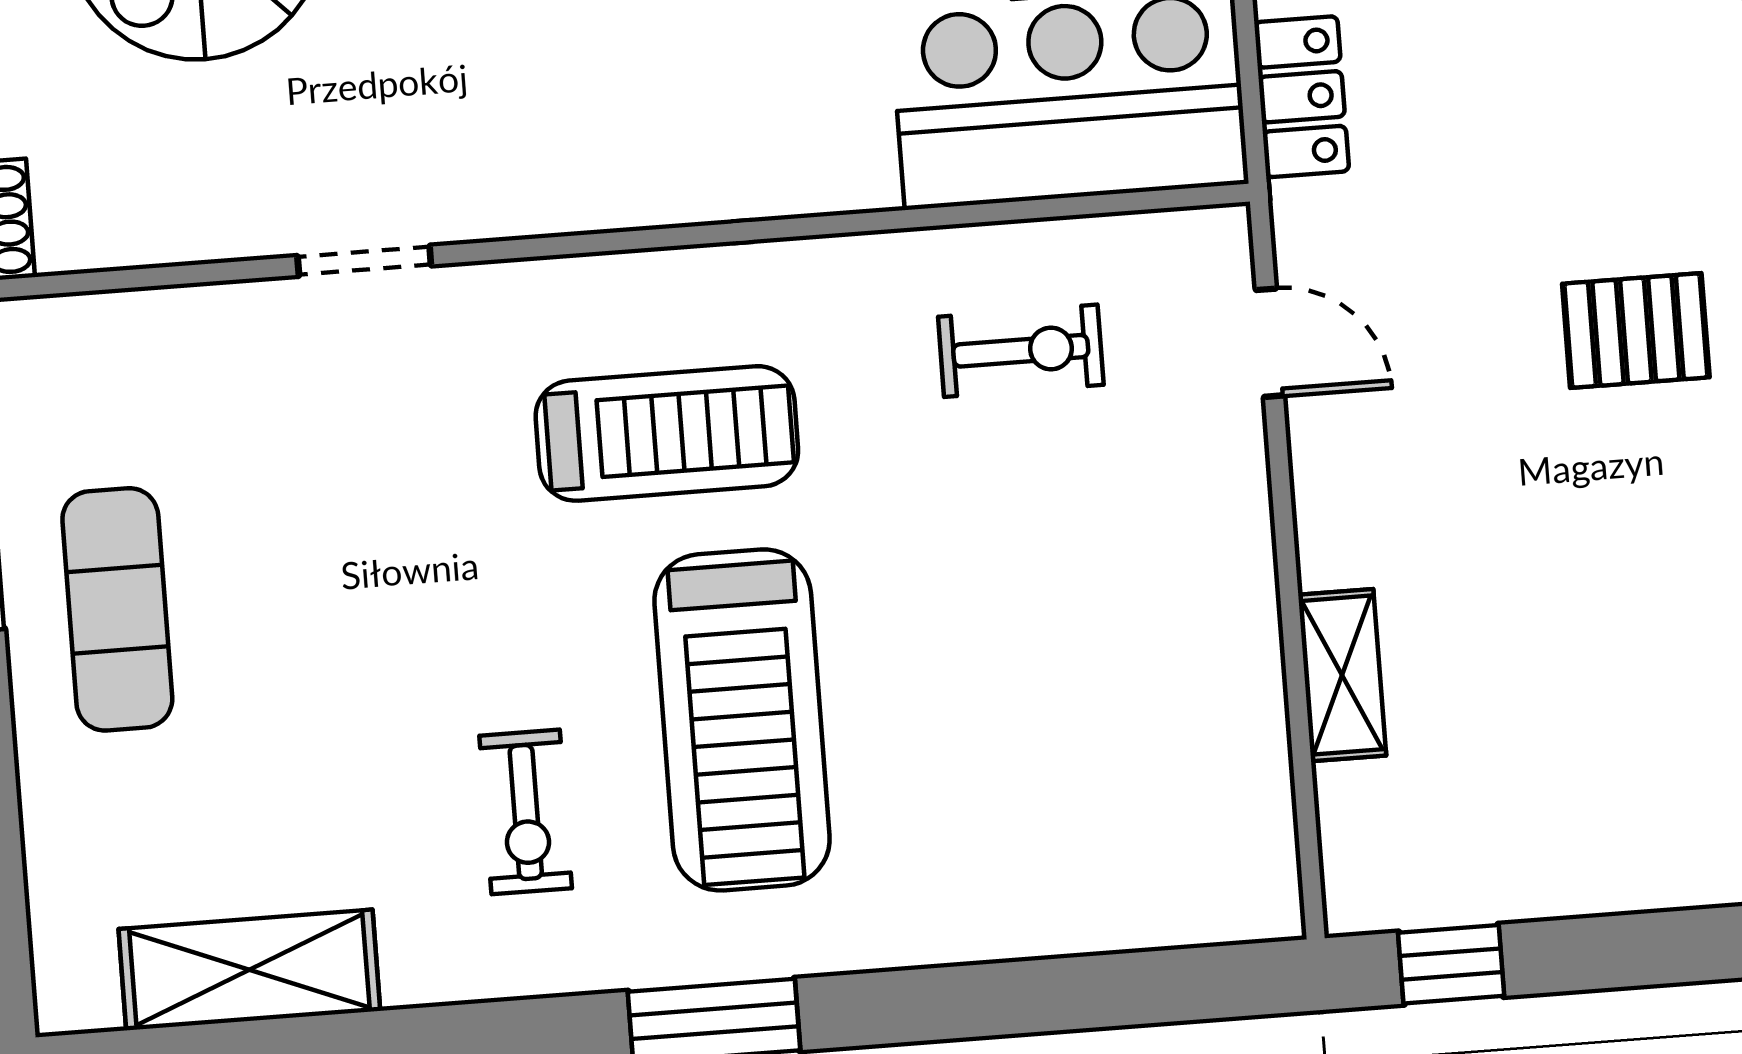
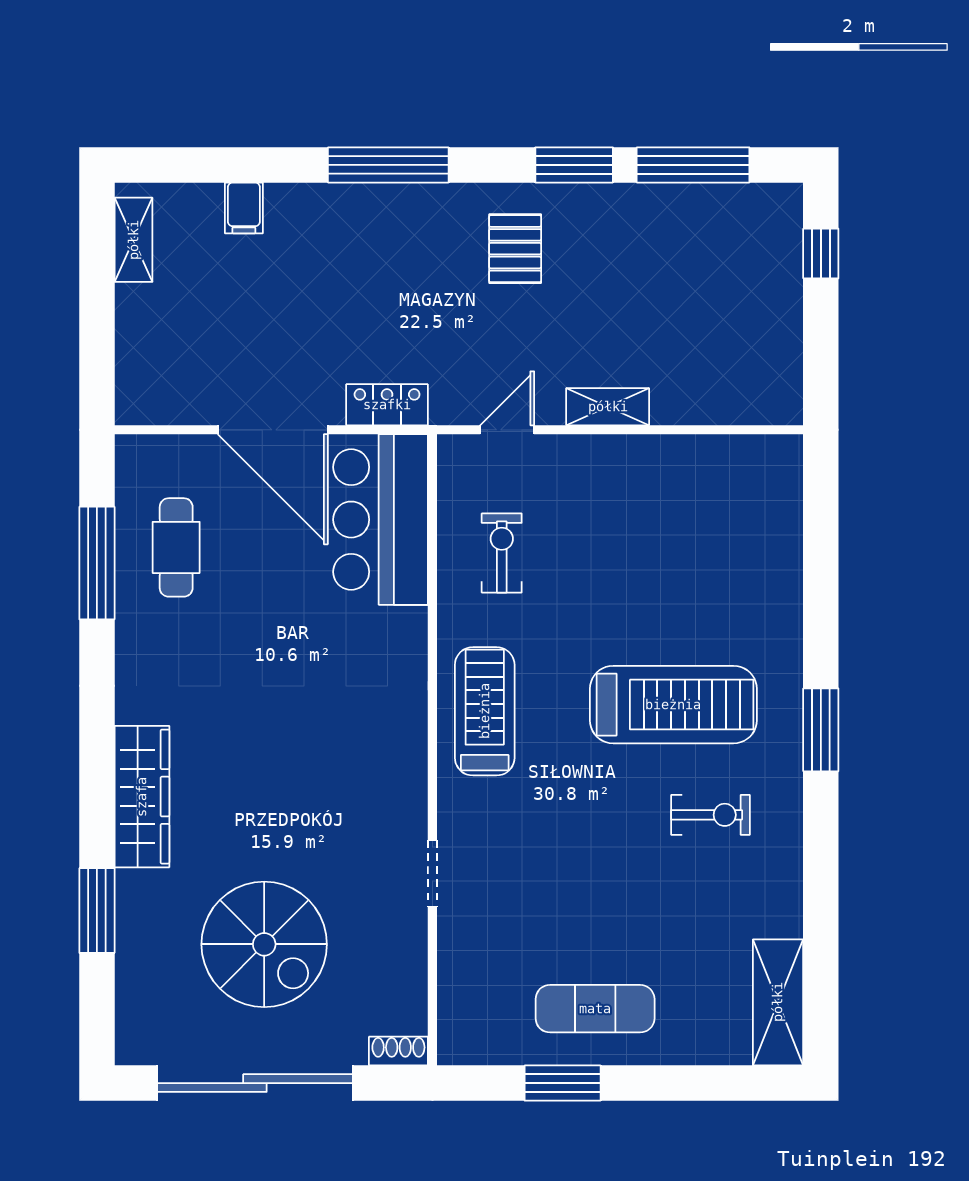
treadmill: (667, 433) -> (485, 711), moved
shelving: (1342, 675) -> (608, 407), moved
window: (1451, 964) -> (821, 254), moved
shelving: (249, 970) -> (778, 1002), moved

